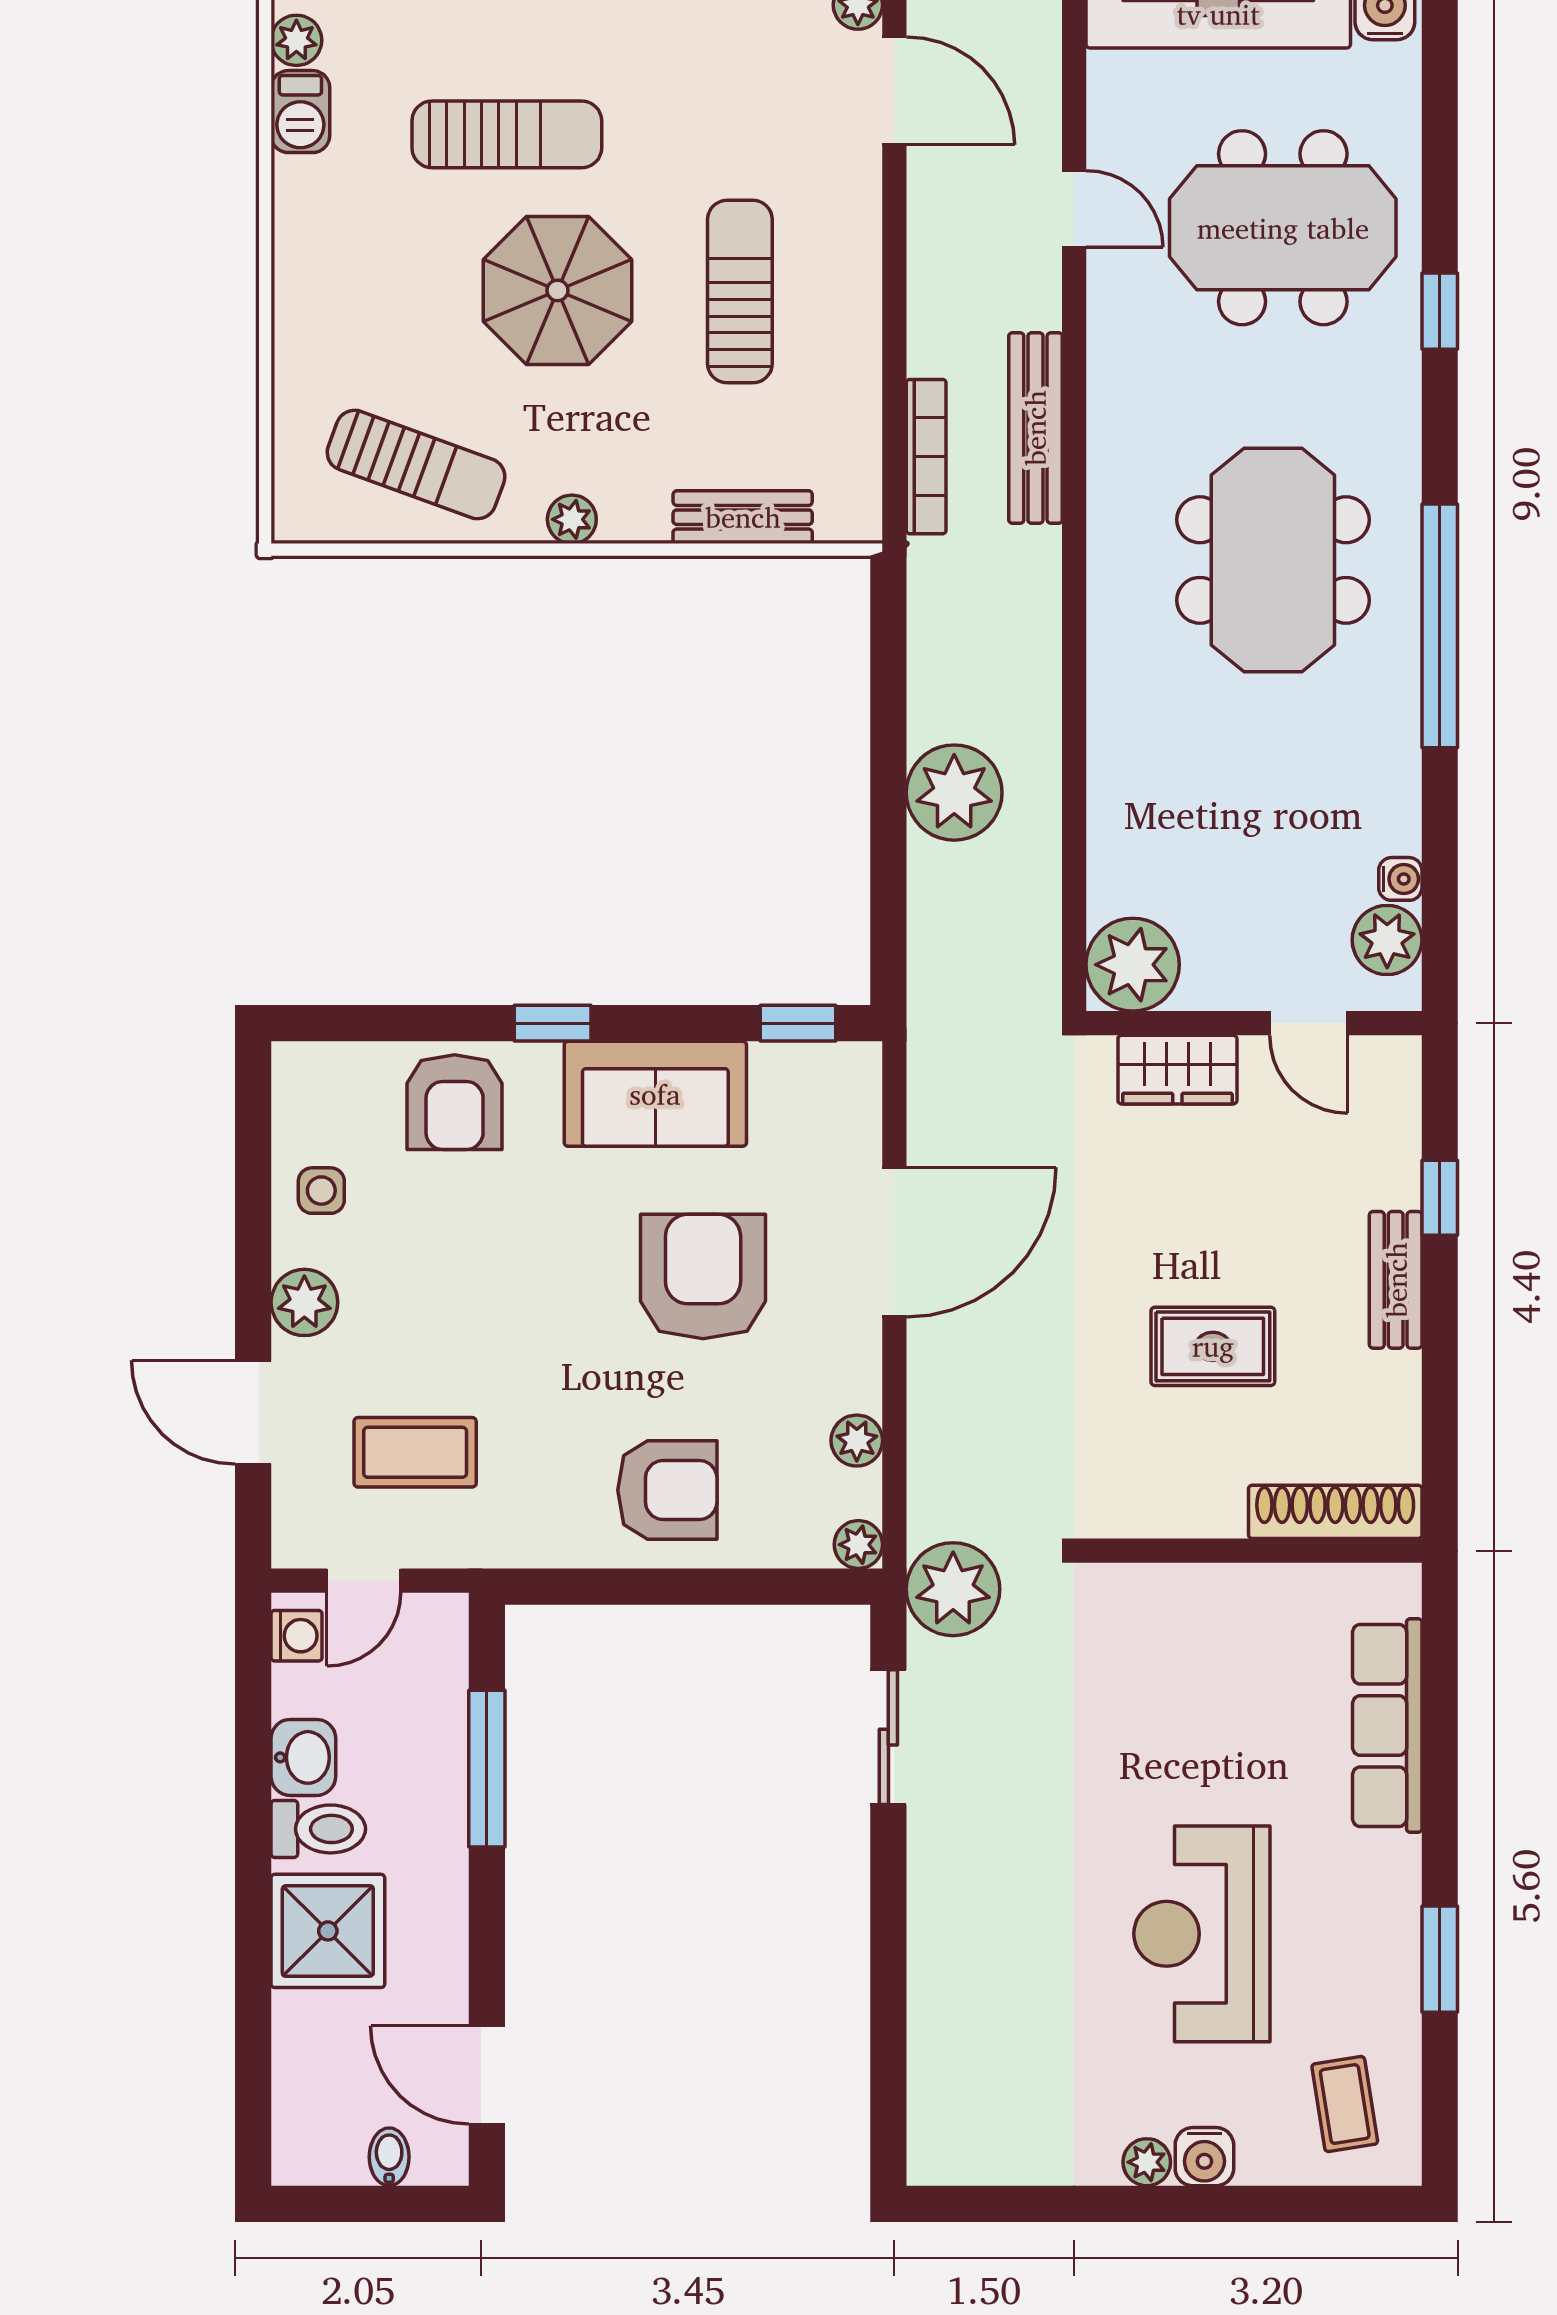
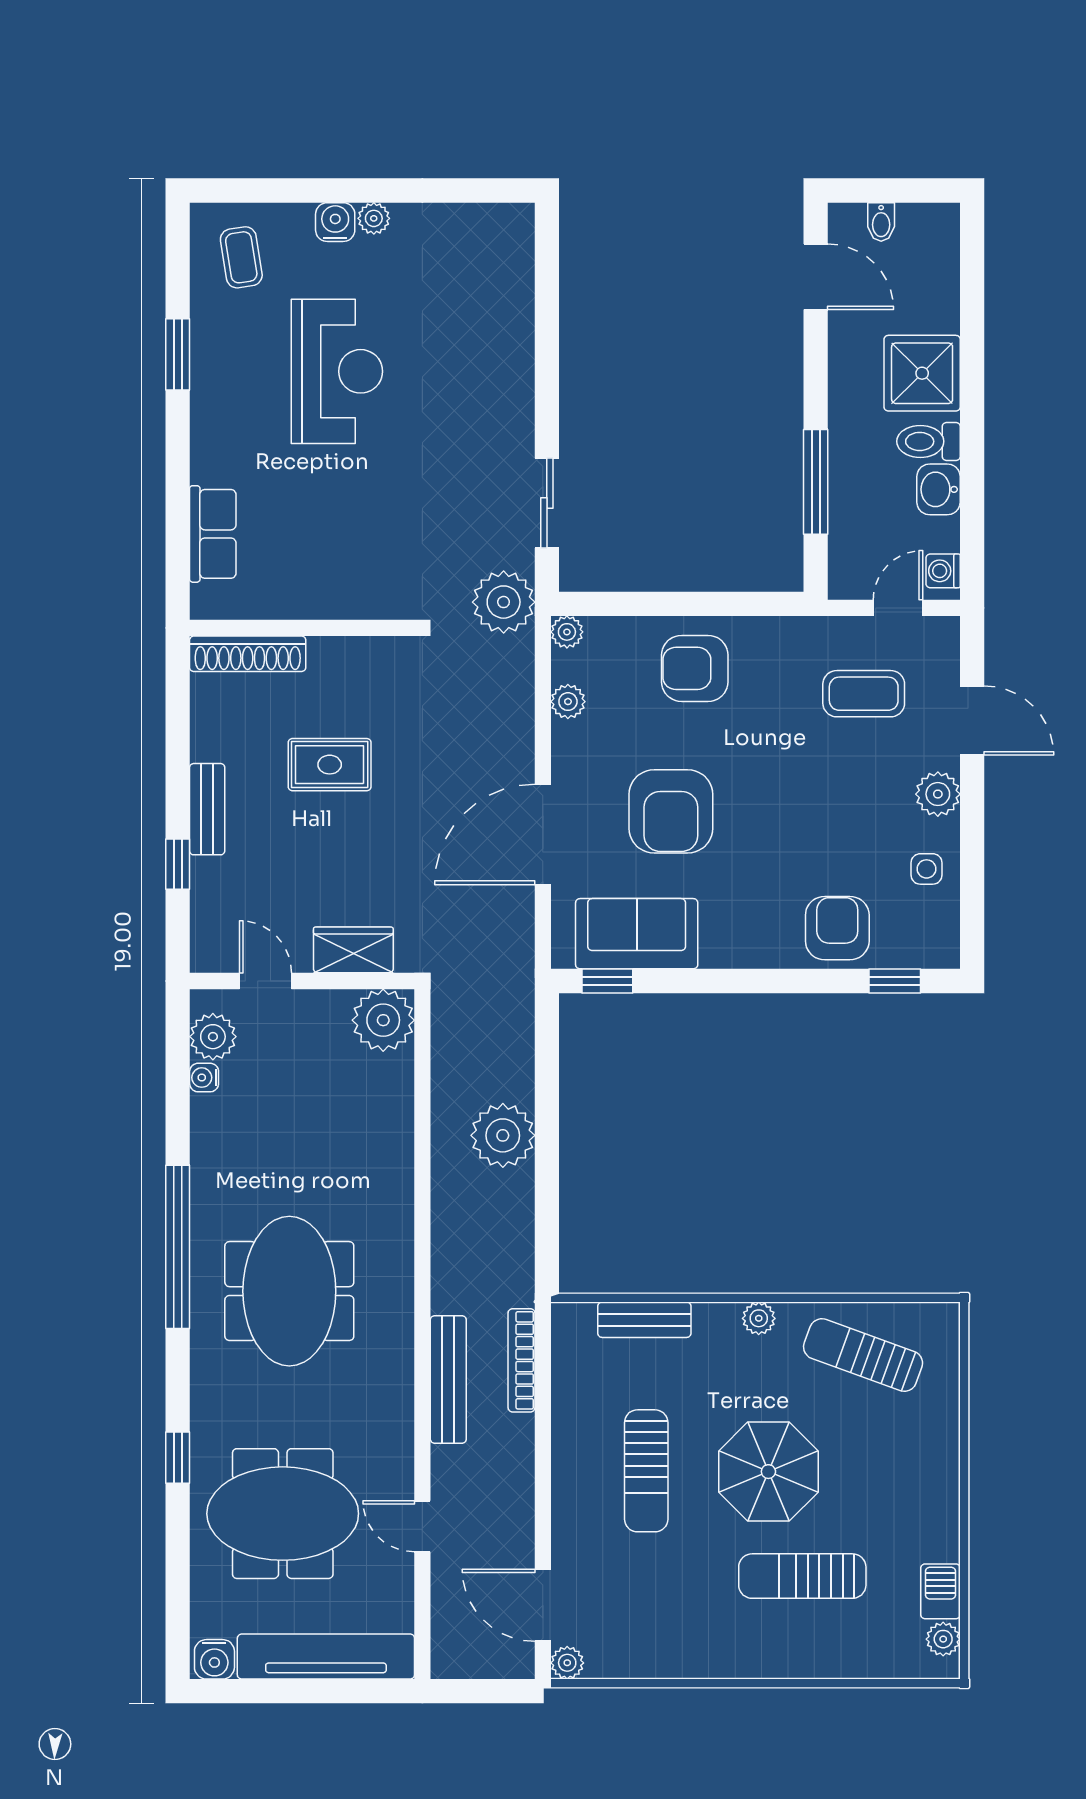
window: (553, 1023) -> (895, 981), moved
sofa: (655, 1094) -> (637, 934), moved
row of seats: (1387, 1725) -> (213, 534), width x0.68

